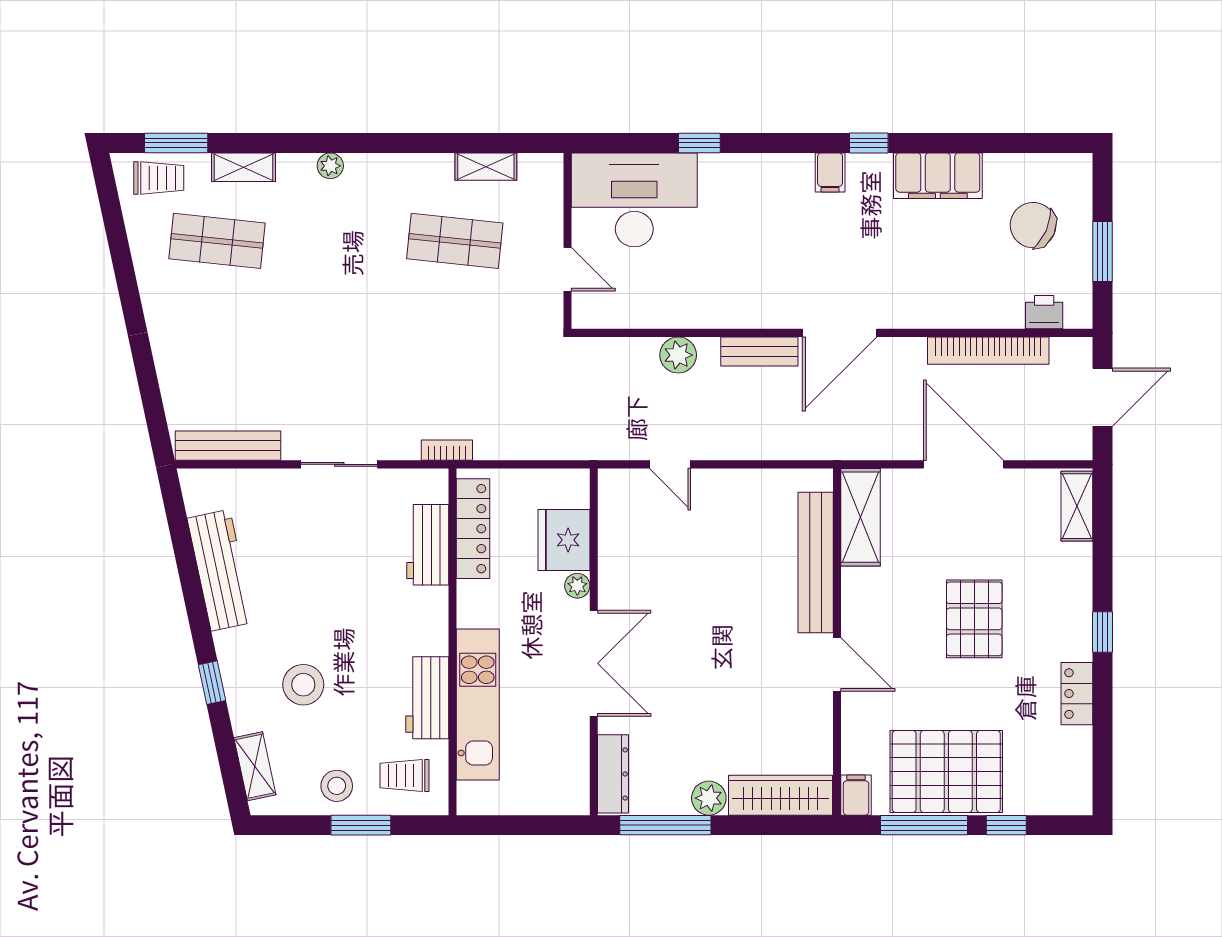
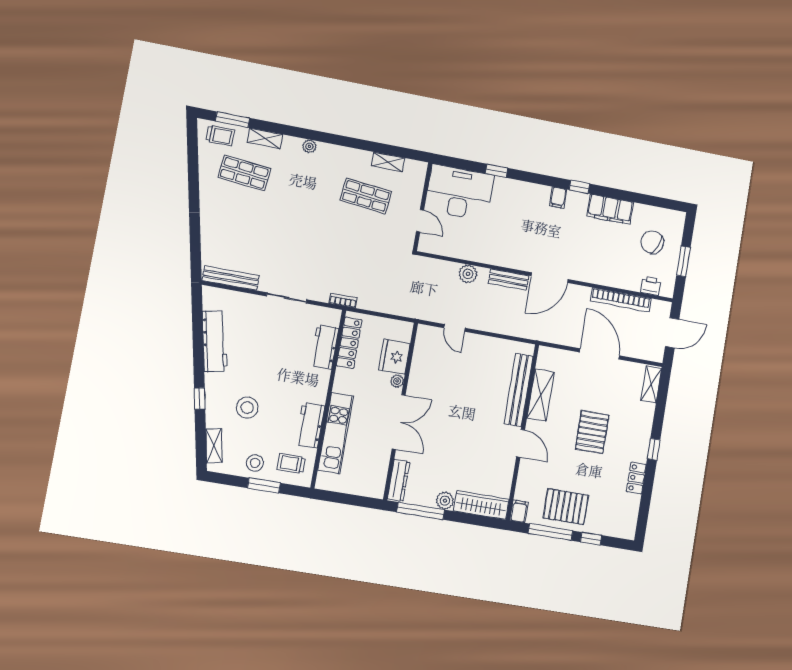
shelving: (860, 517) -> (541, 395), moved
pallet: (946, 772) -> (566, 507), width x0.73, depth x0.71

